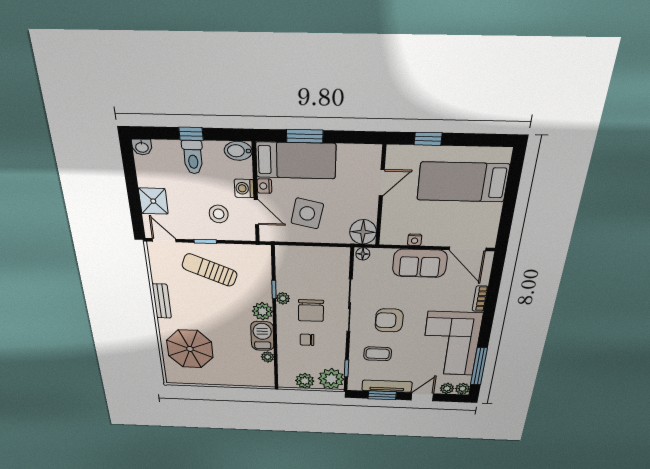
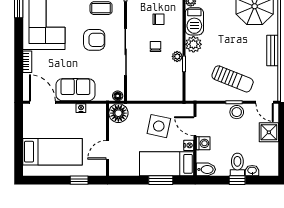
washbasin: (142, 147) -> (252, 171), moved
stool: (219, 214) -> (237, 112), moved
chair: (311, 311) -> (155, 46), width x0.54, depth x0.54

